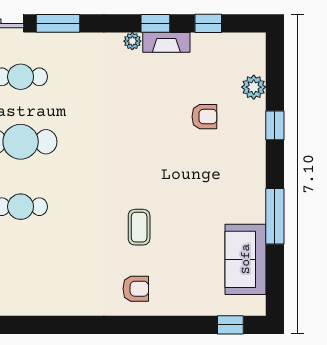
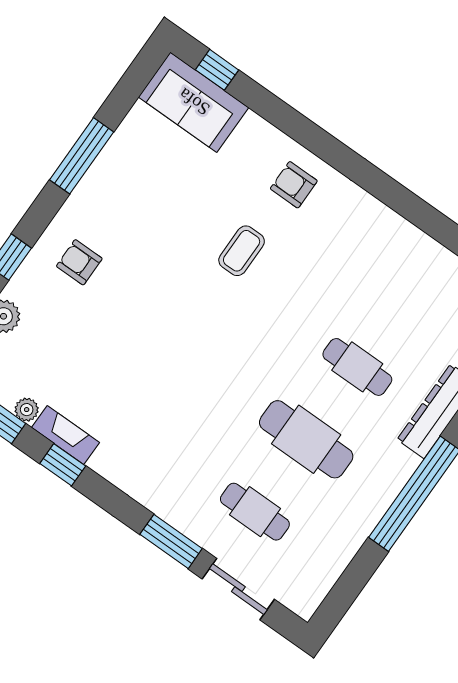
plant: (132, 41) -> (27, 410), moved
armchair: (204, 117) -> (79, 262), moved
sofa: (246, 259) -> (194, 102), moved, turned 90

